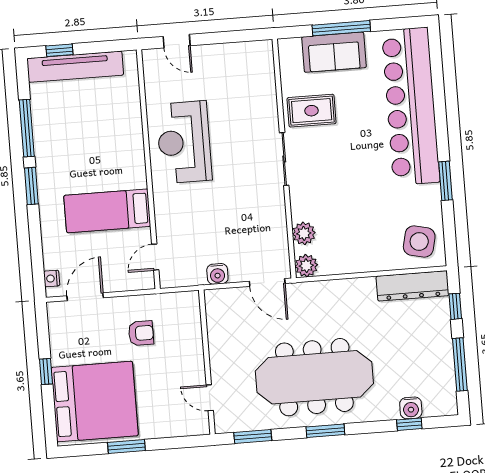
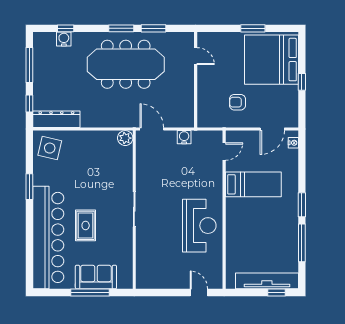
rug: (312, 111) -> (86, 225), moved, turned 90
plant: (304, 233) -> (125, 159), removed
window: (253, 437) -> (153, 28), moved

